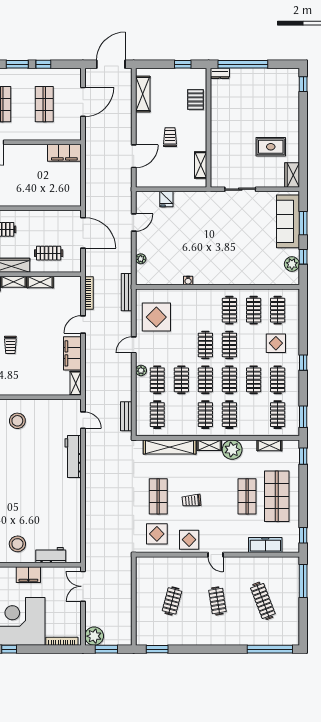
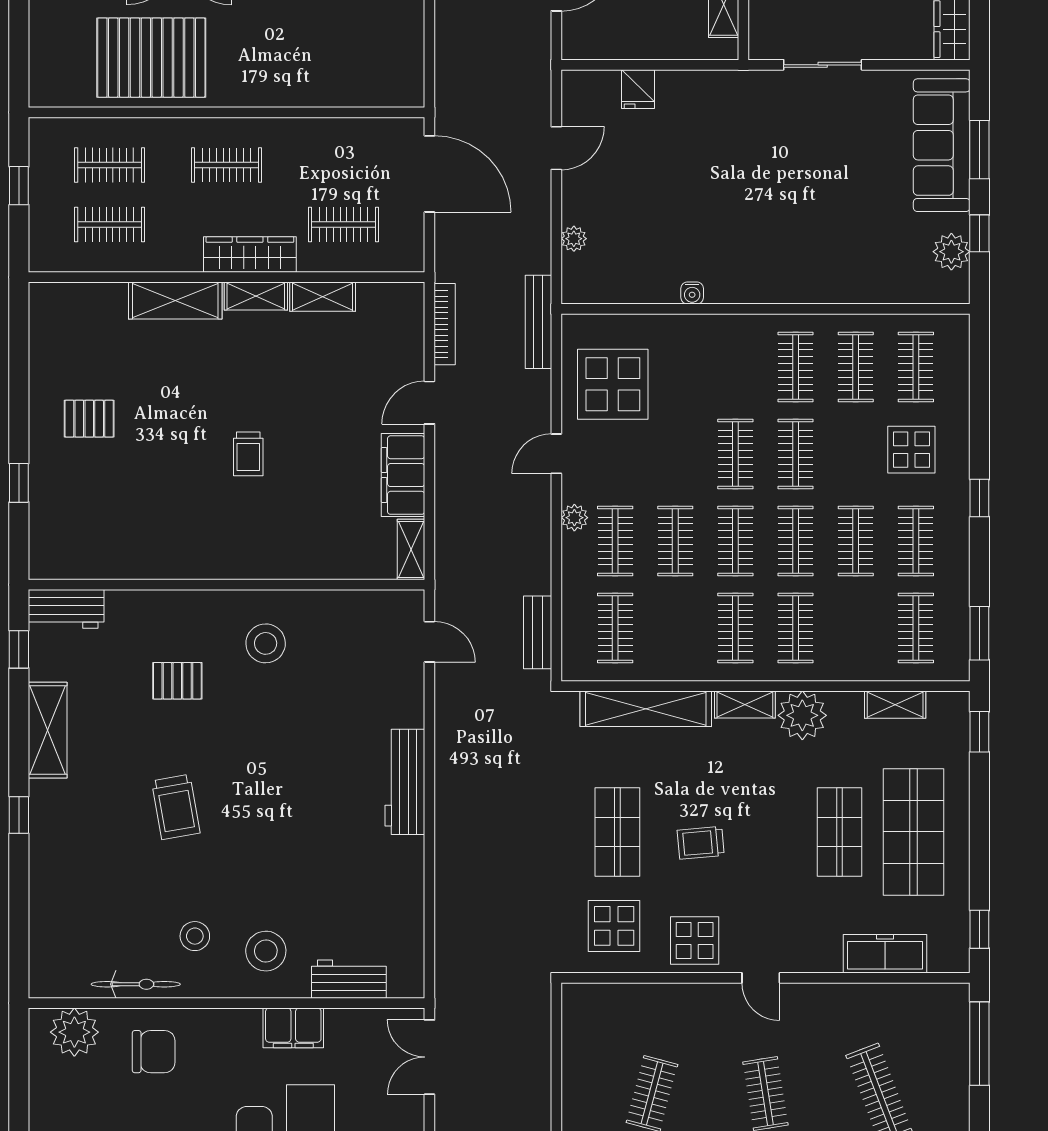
workbench: (73, 456) -> (405, 782), moved

